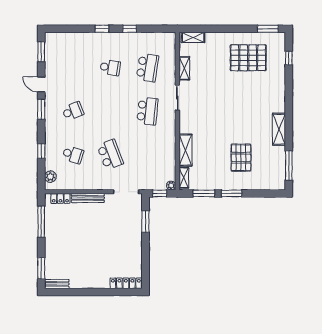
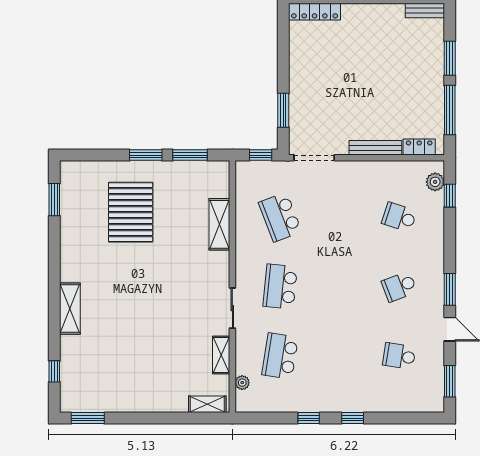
pallet: (248, 58) -> (119, 372), removed
school desk: (110, 68) -> (399, 356), moved
shelving: (279, 129) -> (70, 309), moved
window: (41, 151) -> (450, 196), moved
school desk: (110, 155) -> (280, 217), moved
pallet: (241, 158) -> (131, 212), width x1.37, depth x1.41
window: (289, 166) -> (54, 200), width x0.69
shelving: (184, 178) -> (222, 180), removed
plant: (171, 186) -> (242, 383), moved
window: (41, 268) -> (450, 58), moved

